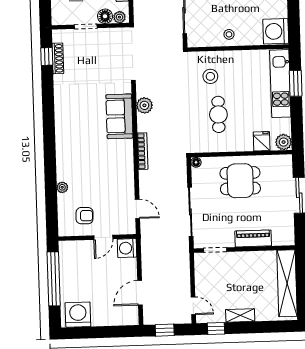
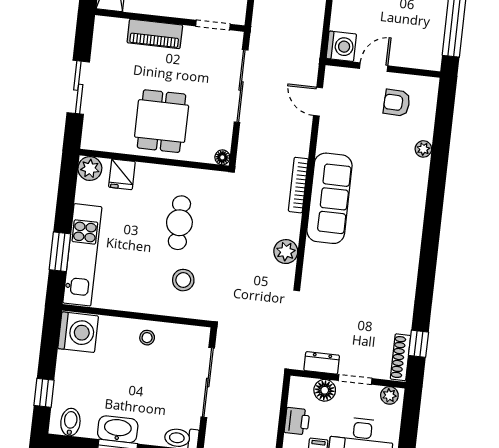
plant: (119, 17) -> (389, 395), moved
dresser: (110, 34) -> (322, 363), added
shoe rack: (58, 58) -> (400, 357), moved
sofa: (119, 116) -> (329, 198), moved, width x1.36
dining table: (240, 181) -> (162, 121), turned 90

